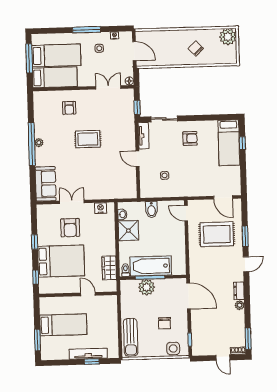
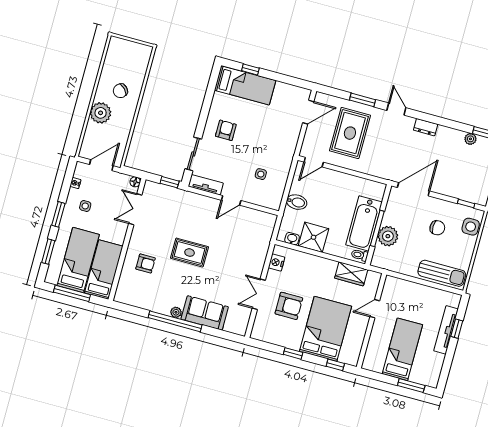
window: (87, 30) -> (58, 214), width x0.69
window: (56, 31) -> (48, 252), added
plant: (228, 37) -> (101, 113), moved
rug: (88, 139) -> (190, 253), turned 90
sofa: (46, 184) -> (205, 313), moved
plant: (240, 305) -> (470, 139), moved

